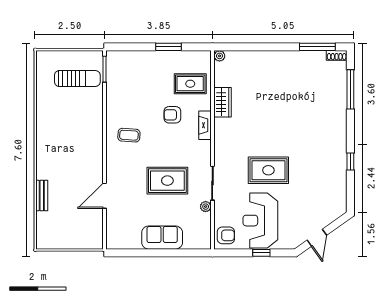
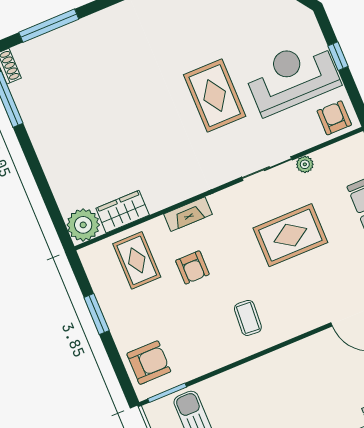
plant: (219, 56) -> (83, 225), width x1.88, depth x1.88
armchair: (127, 66) -> (149, 363), added
wardrobe: (223, 102) -> (123, 212), moved
rug: (167, 181) -> (290, 235), turned 90
reception desk: (260, 221) -> (292, 77), turned 180

